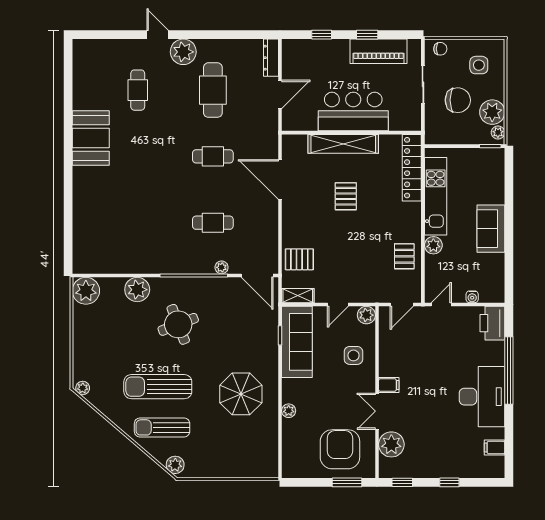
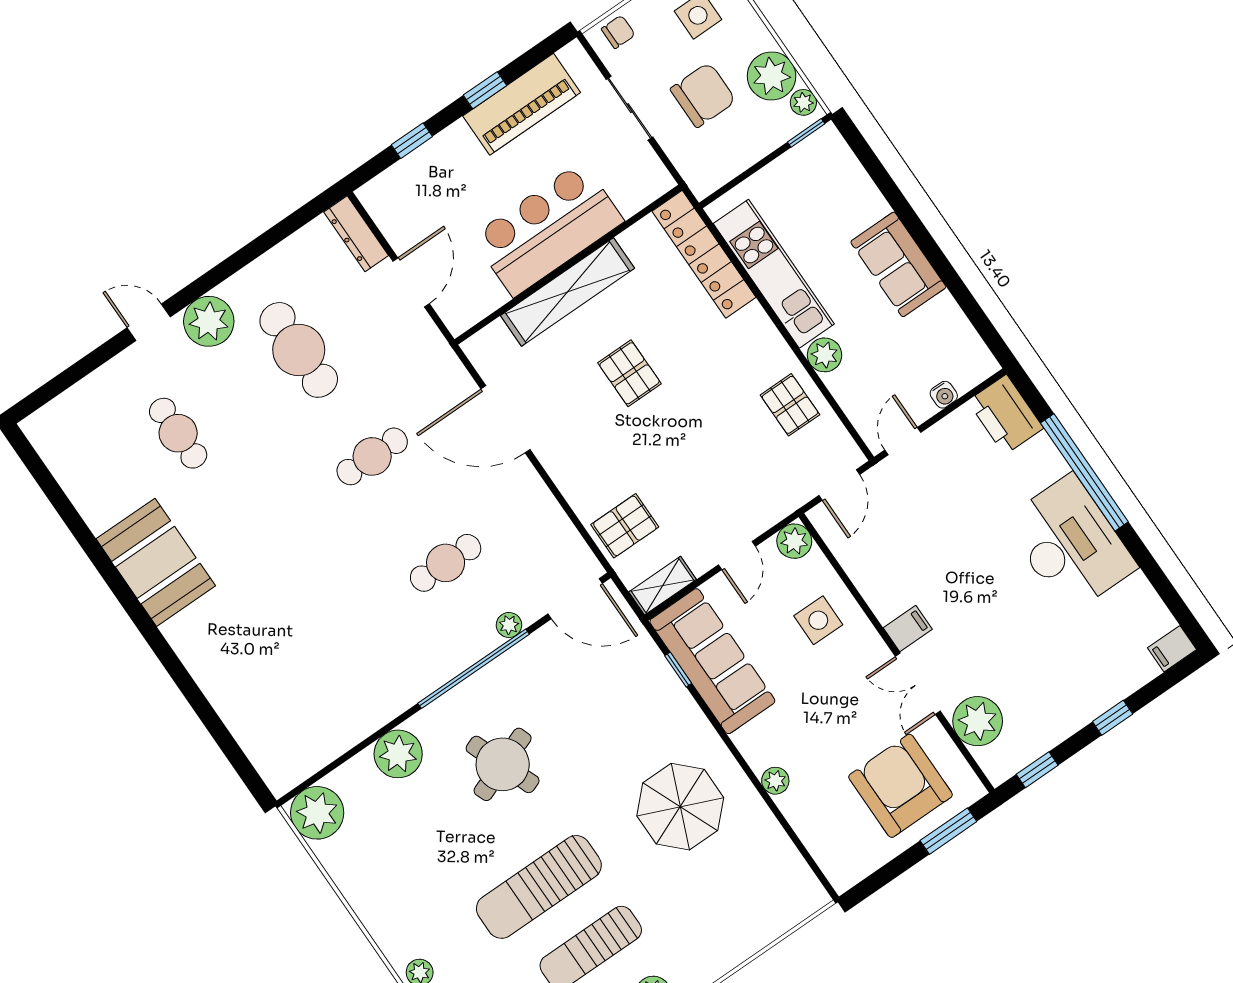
filing cabinet: (494, 448) -> (1172, 649), moved

